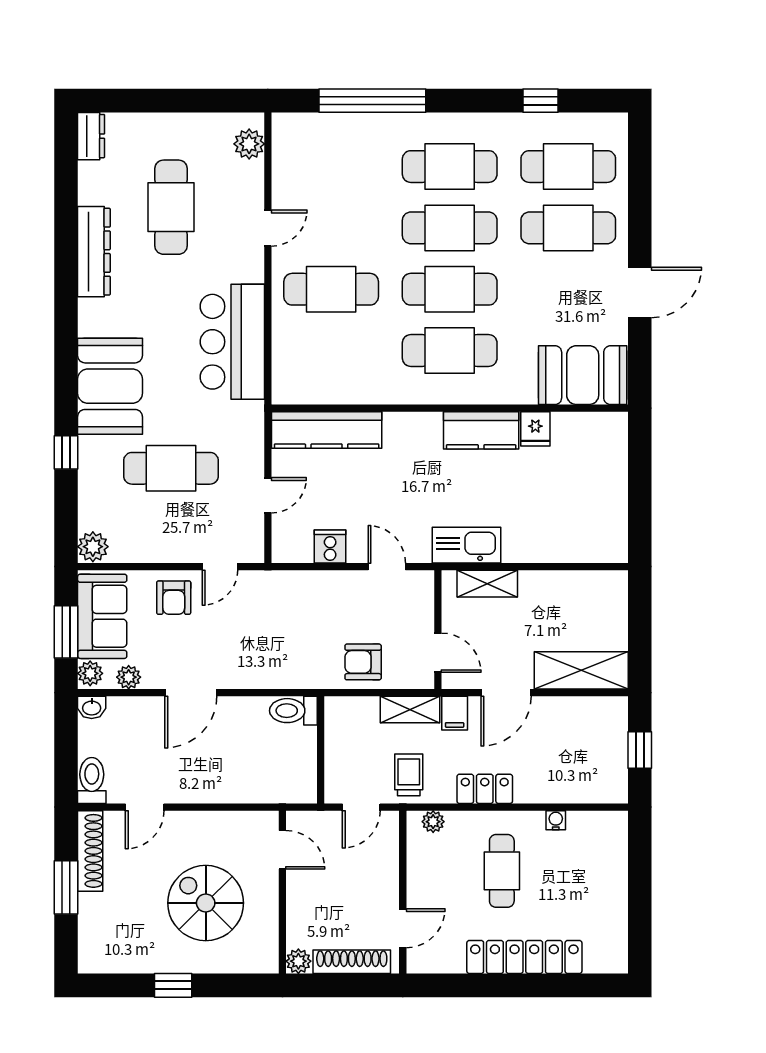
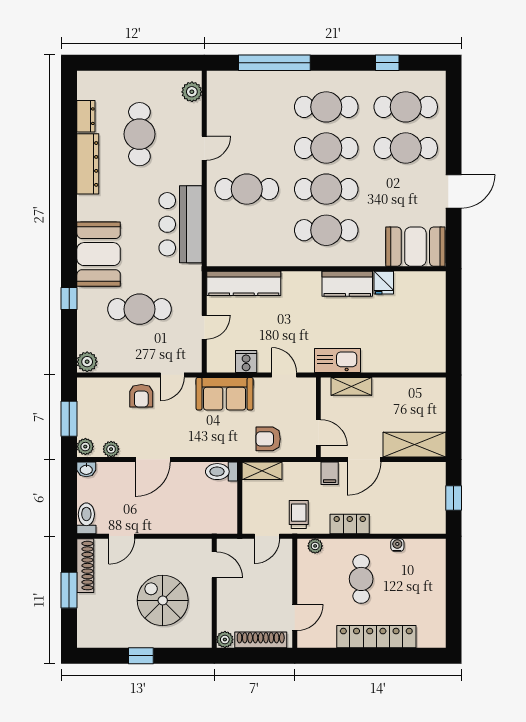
dresser: (91, 136) -> (86, 116), moved
sofa: (102, 616) -> (225, 394), moved, turned 90
shelving: (410, 710) -> (262, 471), moved

